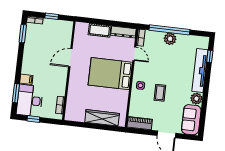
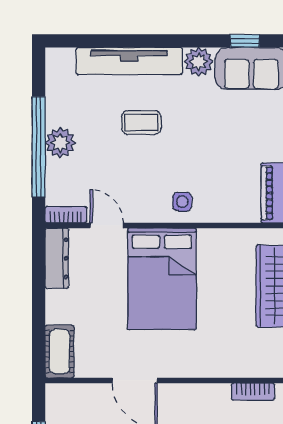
cot: (100, 30) -> (59, 351), moved
door: (134, 54) -> (107, 226), hinge flipped
window: (210, 56) -> (245, 41), moved
coffee table: (160, 93) -> (141, 123), moved

